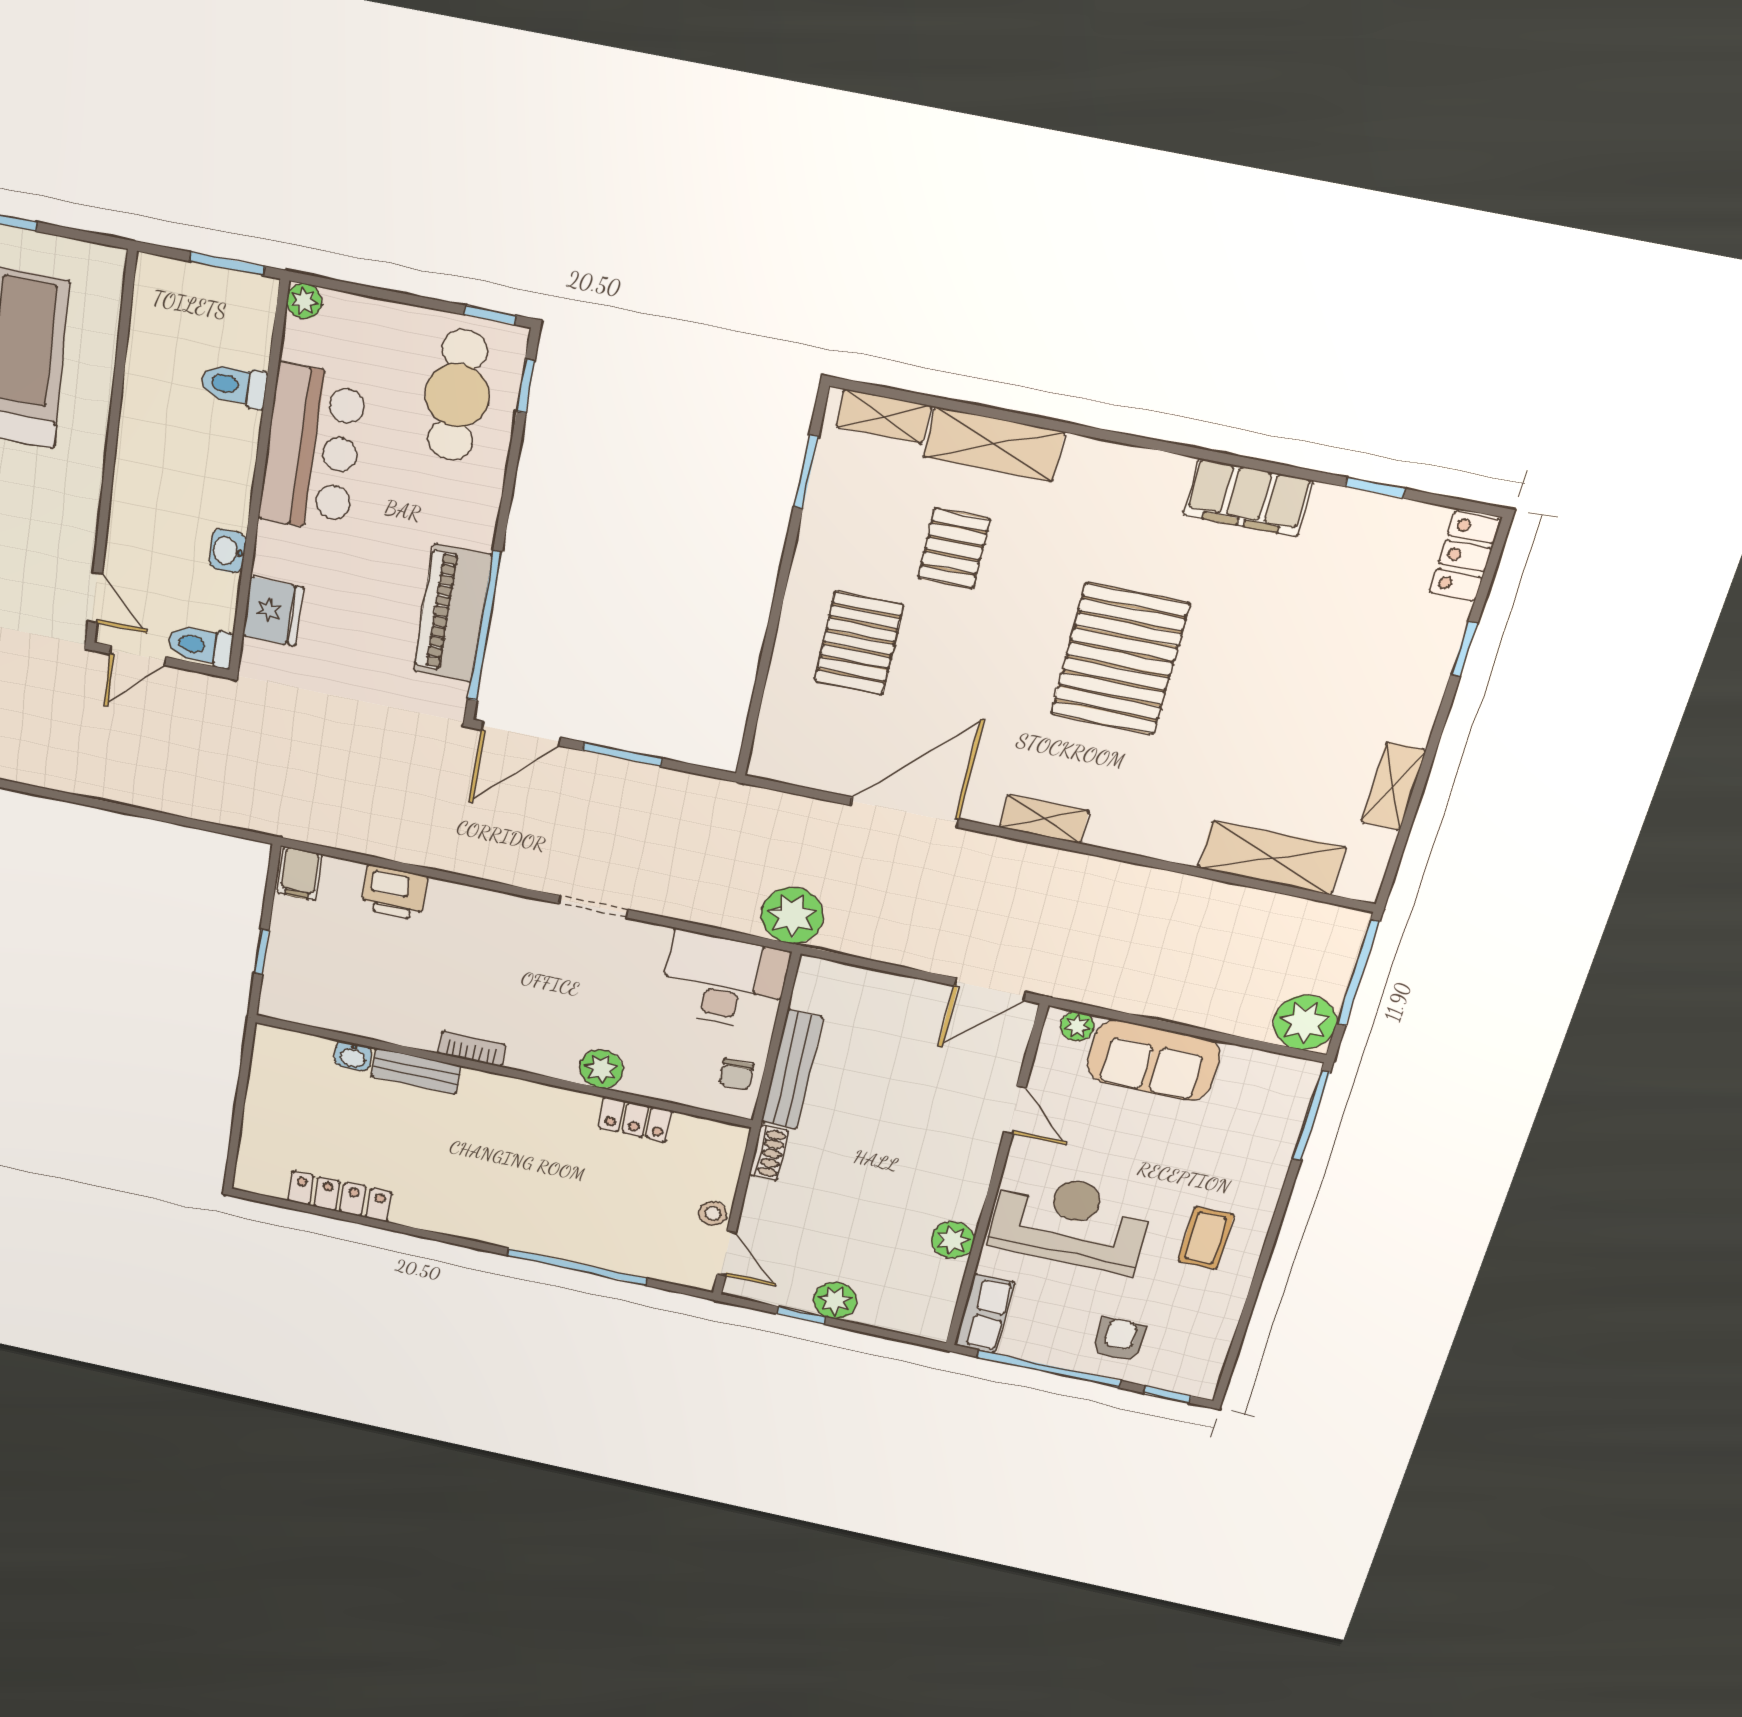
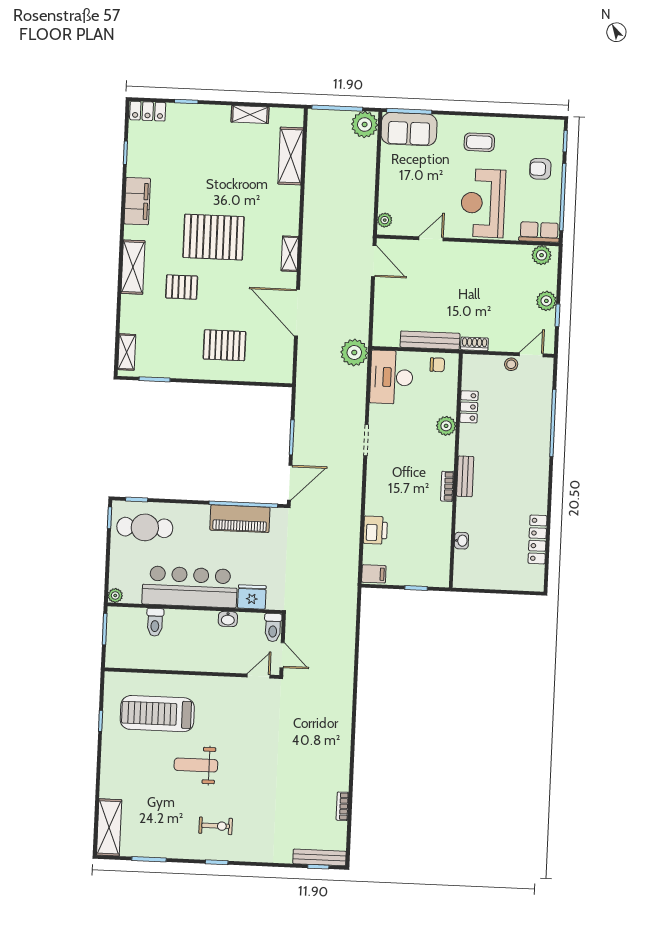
shelving: (994, 444) -> (133, 267), moved
bar counter: (312, 449) -> (190, 587), width x1.36
pallet: (954, 548) -> (182, 287), moved
door: (521, 734) -> (290, 483), hinge flipped
sofa: (1153, 1060) -> (409, 129), moved, turned 90
bench: (416, 1071) -> (465, 476), moved
plant: (953, 1240) -> (542, 255), moved

